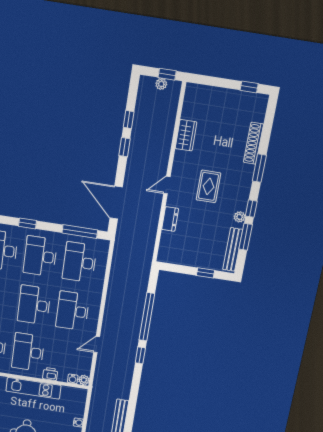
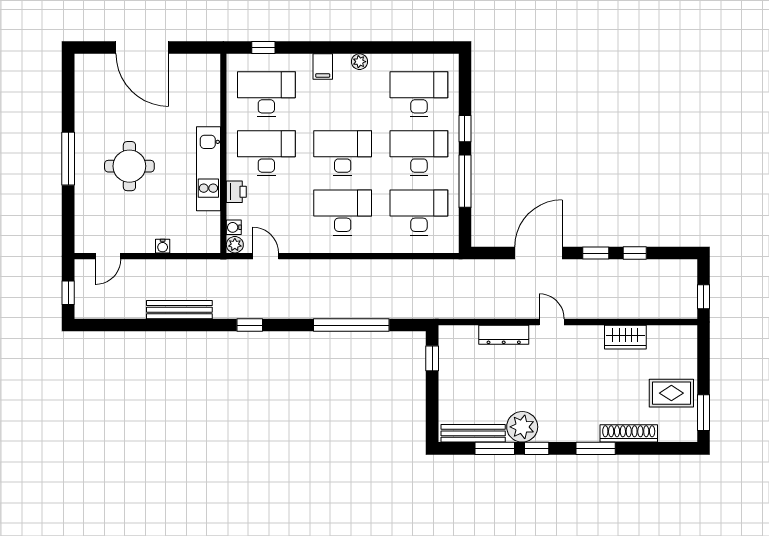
plant: (161, 84) -> (689, 291), removed
window: (249, 87) -> (703, 413), width x1.50
rug: (208, 186) -> (671, 393), moved
door: (116, 203) -> (538, 253), moved
plant: (240, 217) -> (522, 427), width x1.88, depth x1.88
dresser: (170, 219) -> (504, 335), width x1.44
window: (80, 232) -> (465, 181), moved
window: (205, 273) -> (432, 358), moved
door: (97, 345) -> (266, 256), moved
window: (140, 355) -> (250, 325), moved

